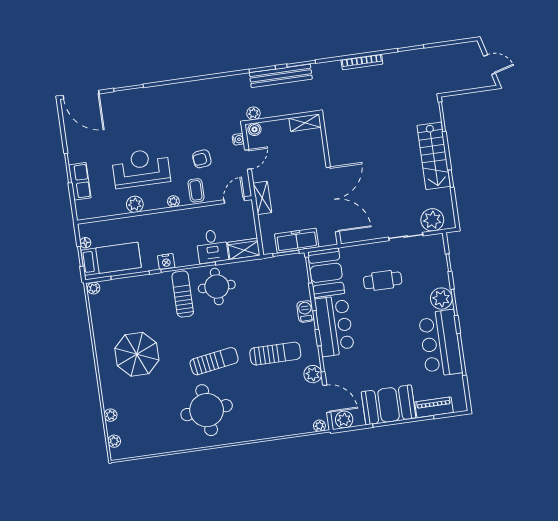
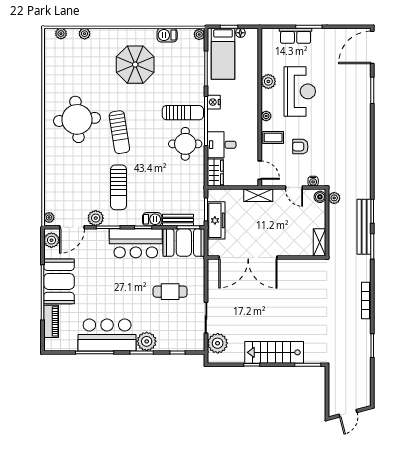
armchair: (202, 159) -> (300, 147), turned -83
cafe table: (383, 280) -> (170, 292), turned 90
bench: (302, 283) -> (178, 220), added
barbecue: (99, 324) -> (167, 35), added

